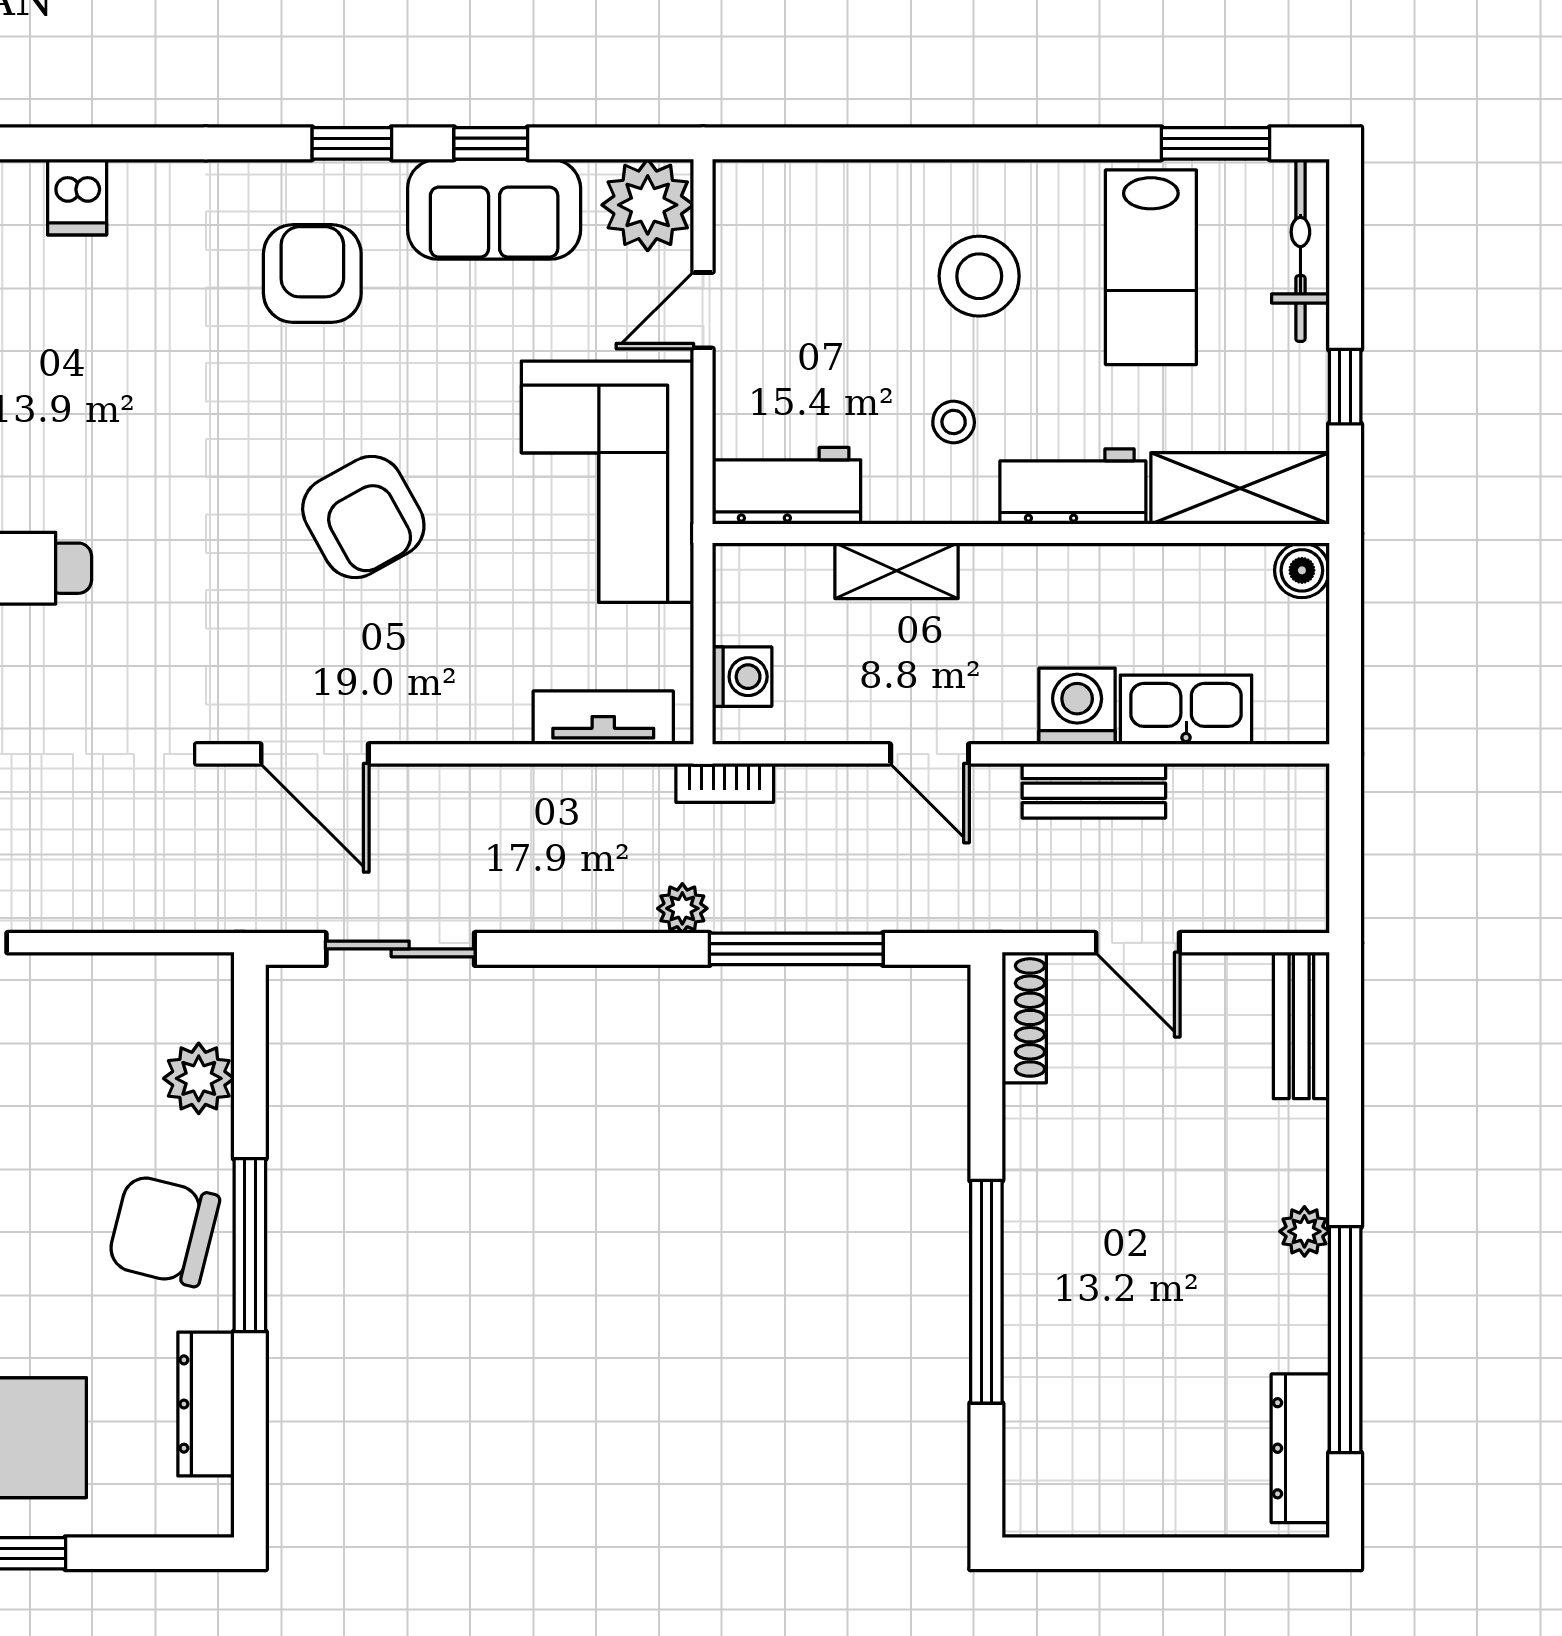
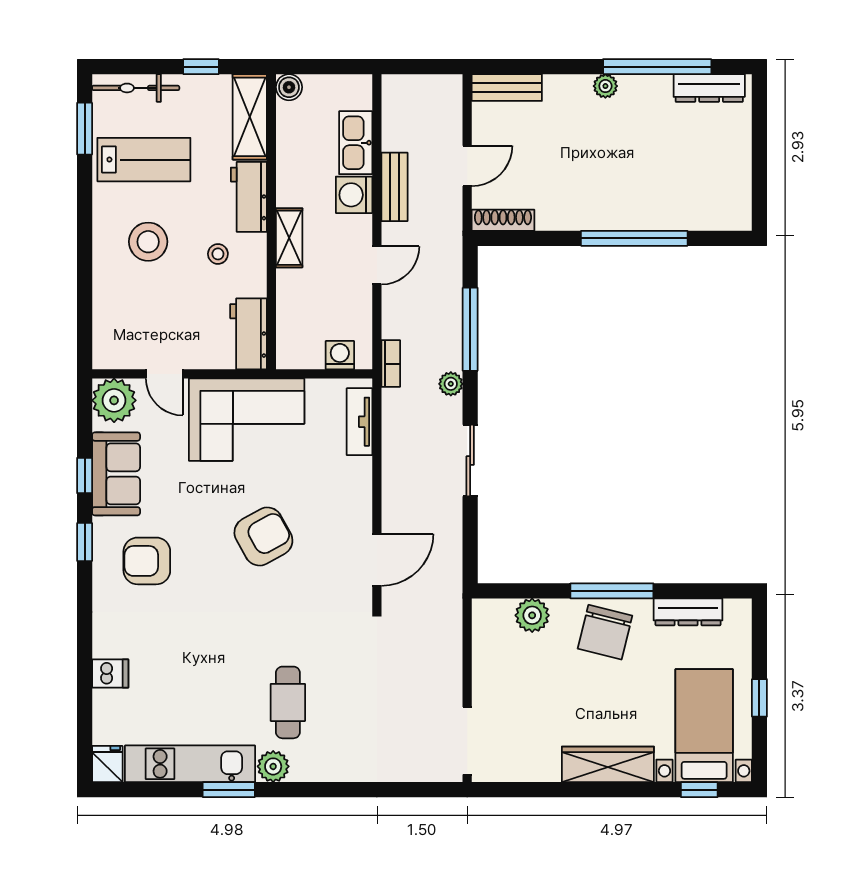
shelving: (897, 571) -> (289, 238), moved
sliding door: (400, 949) -> (470, 460), moved

